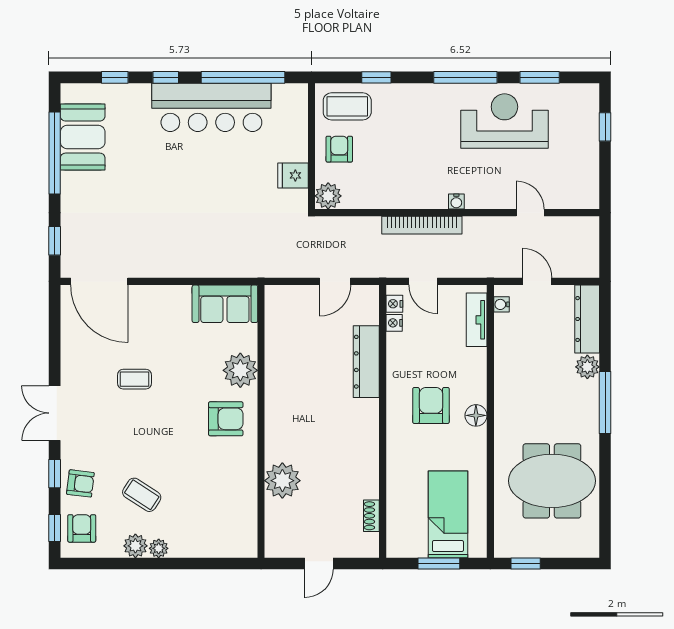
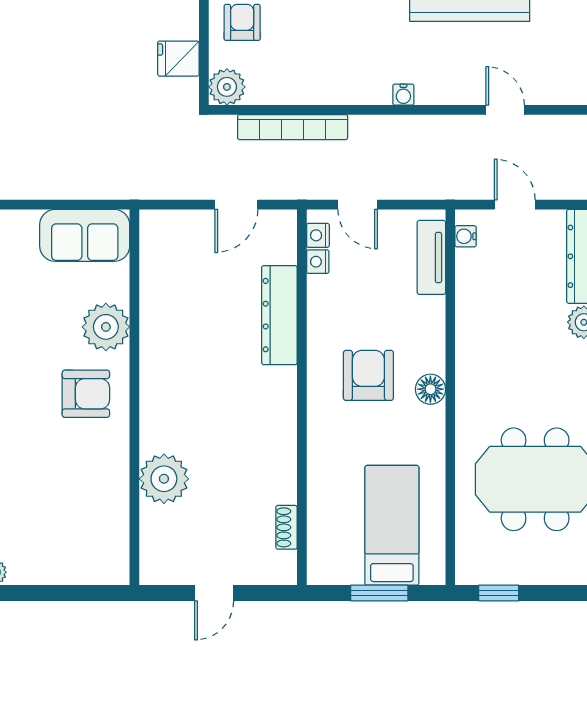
bookcase: (422, 225) -> (293, 127), moved

